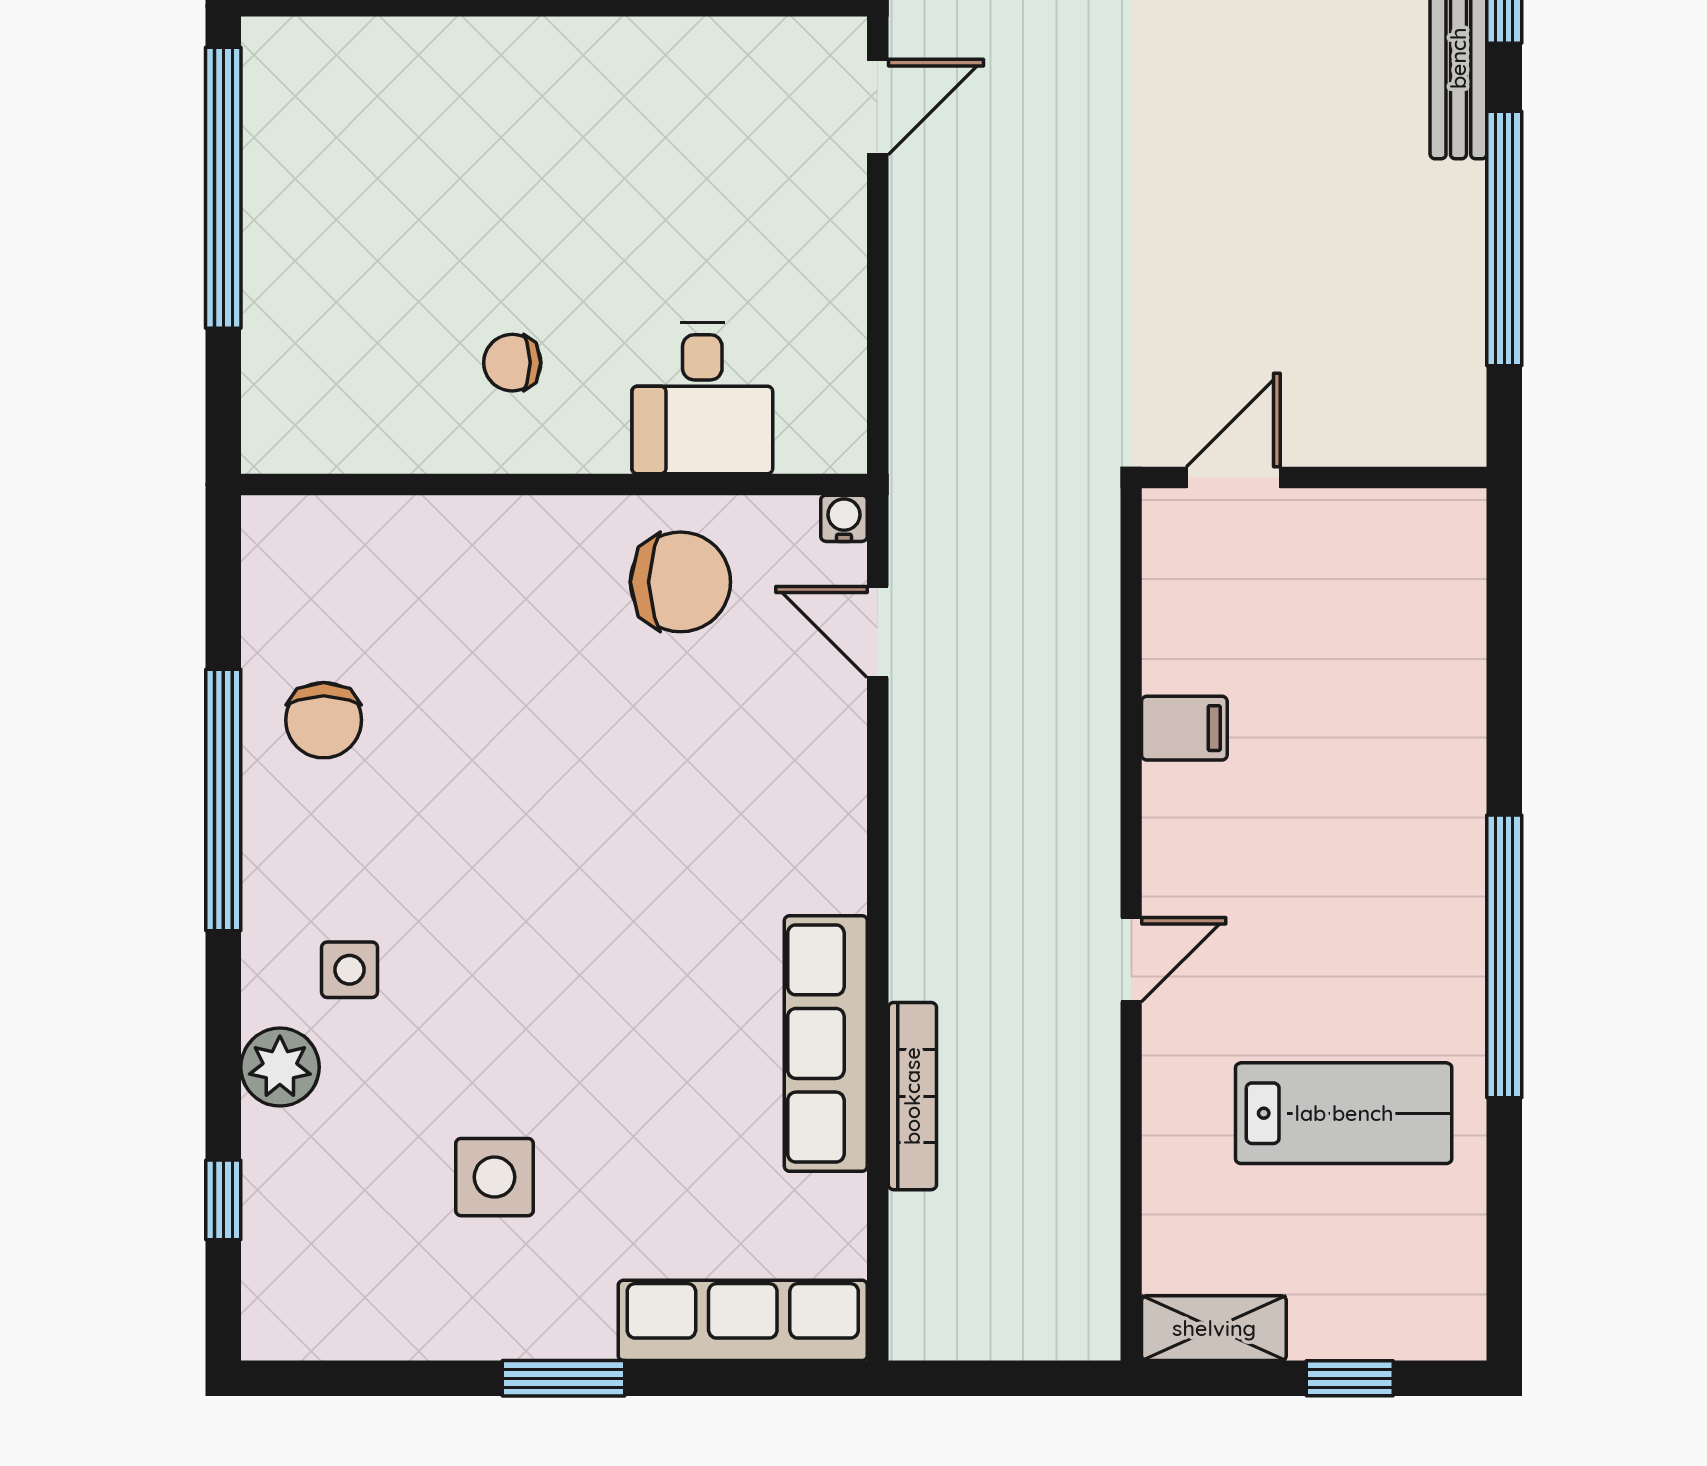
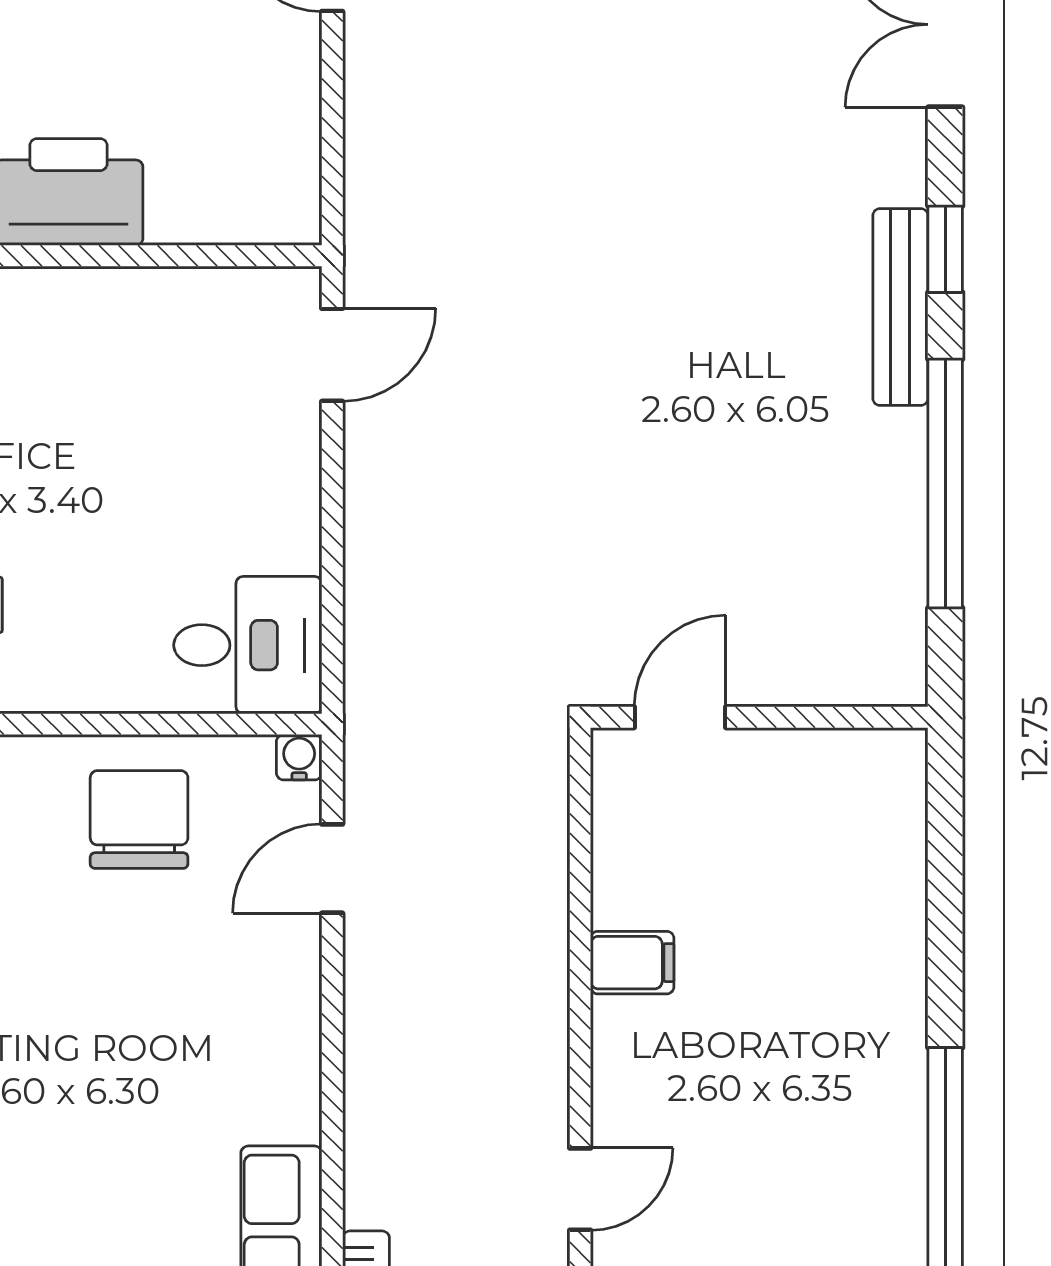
desk: (702, 398) -> (248, 645), moved, turned -90
chair: (680, 582) -> (139, 820), turned -90
door: (878, 632) -> (332, 869), hinge flipped

